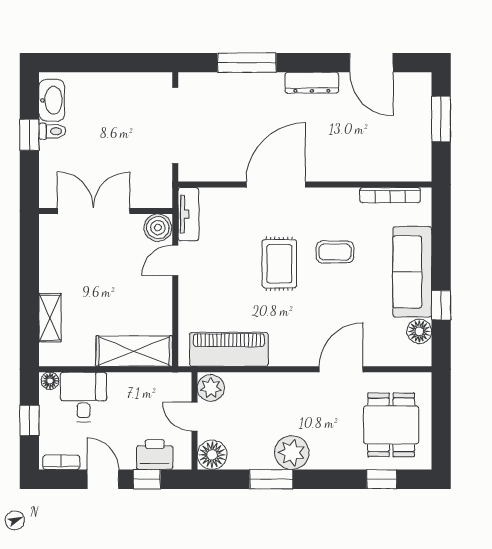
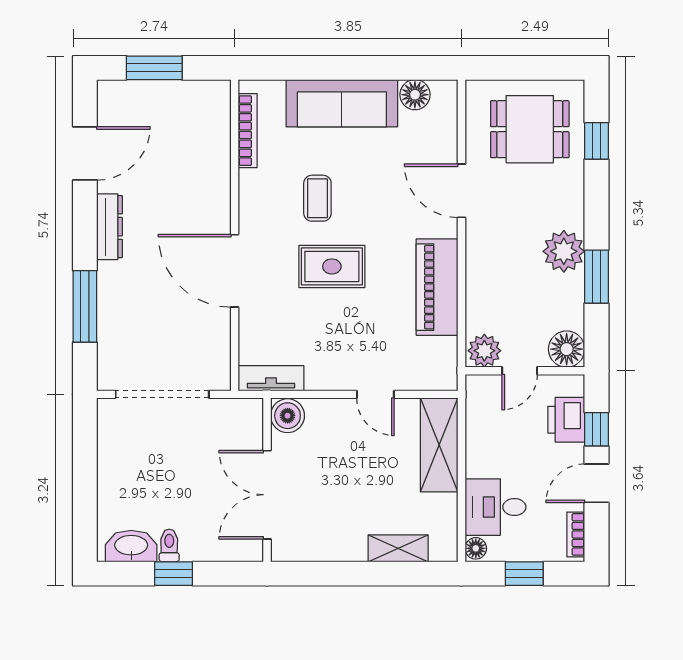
door: (175, 260) -> (375, 394), moved
window: (441, 305) -> (383, 68), removed
piano: (229, 349) -> (437, 287), moved

